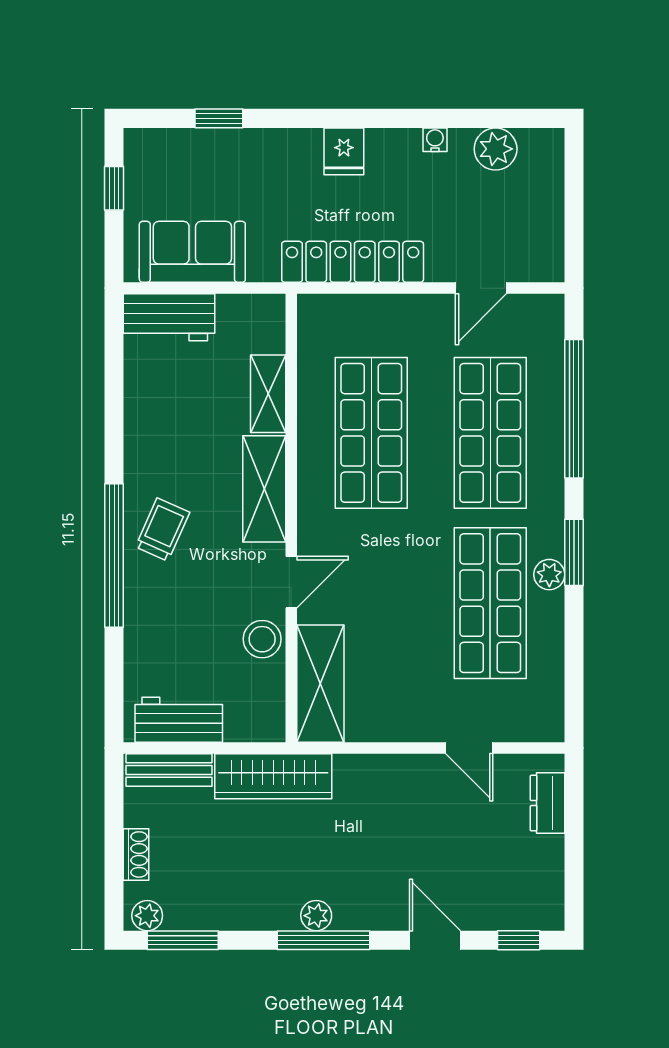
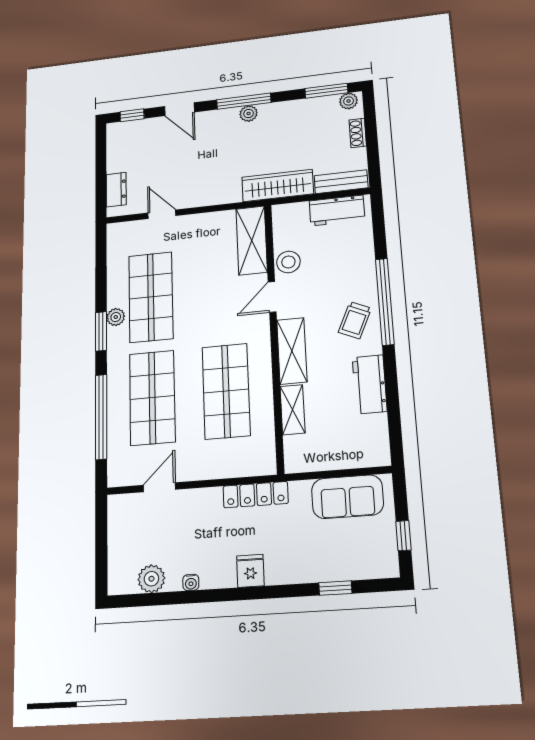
locker: (353, 262) -> (256, 495), width x0.71, depth x0.83
workbench: (169, 317) -> (370, 384), moved, turned -90

